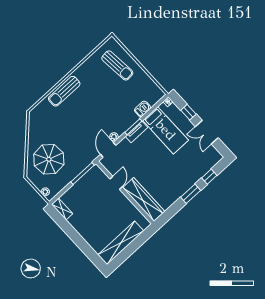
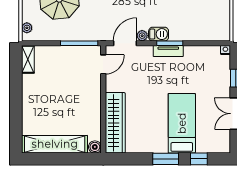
barbecue: (143, 109) -> (159, 34), moved
bed: (166, 130) -> (182, 123), moved, turned 180
door: (116, 183) -> (103, 64), moved
boiler: (145, 224) -> (95, 147), added

